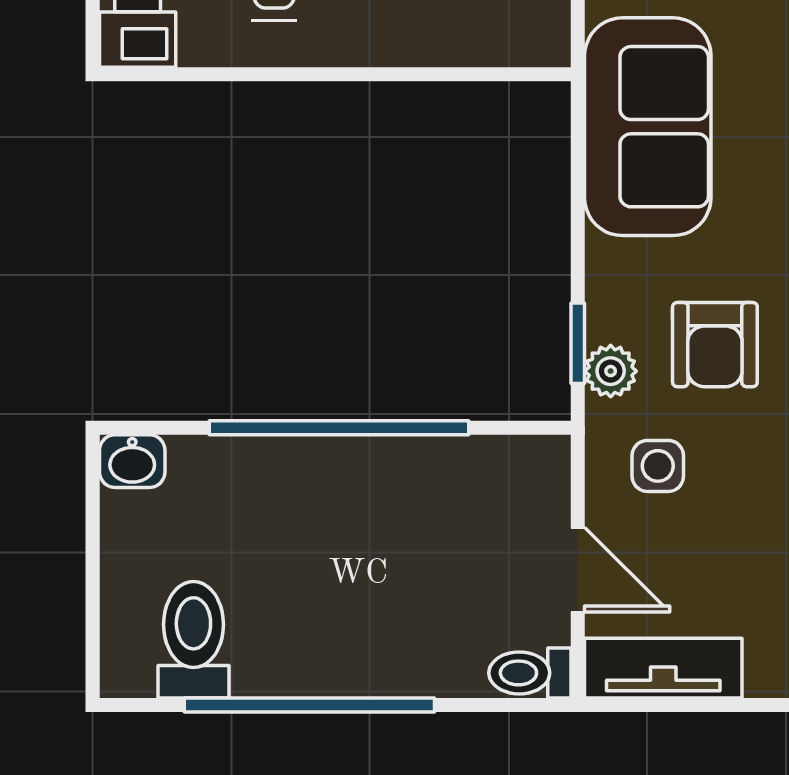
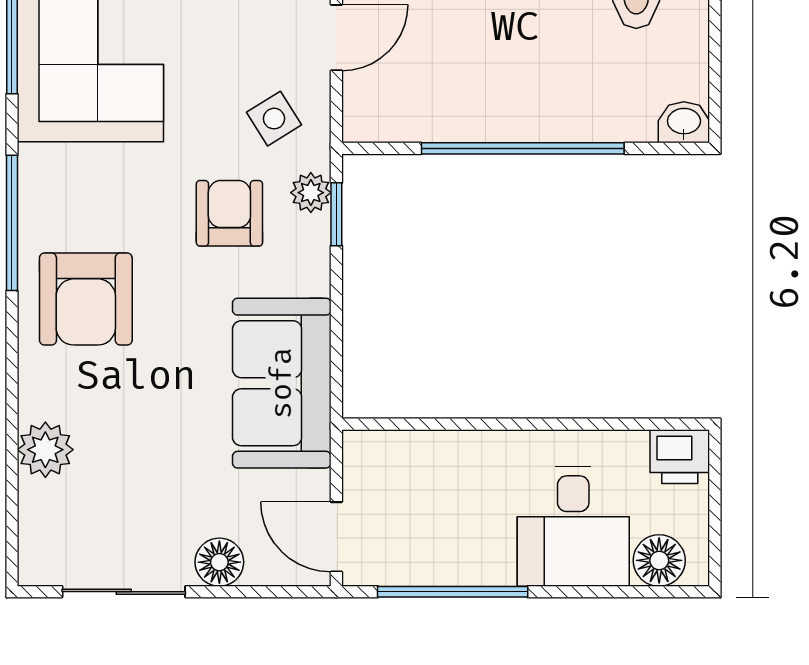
side table: (658, 466) -> (274, 119), turned -32
door: (578, 570) -> (336, 38), swing flipped

